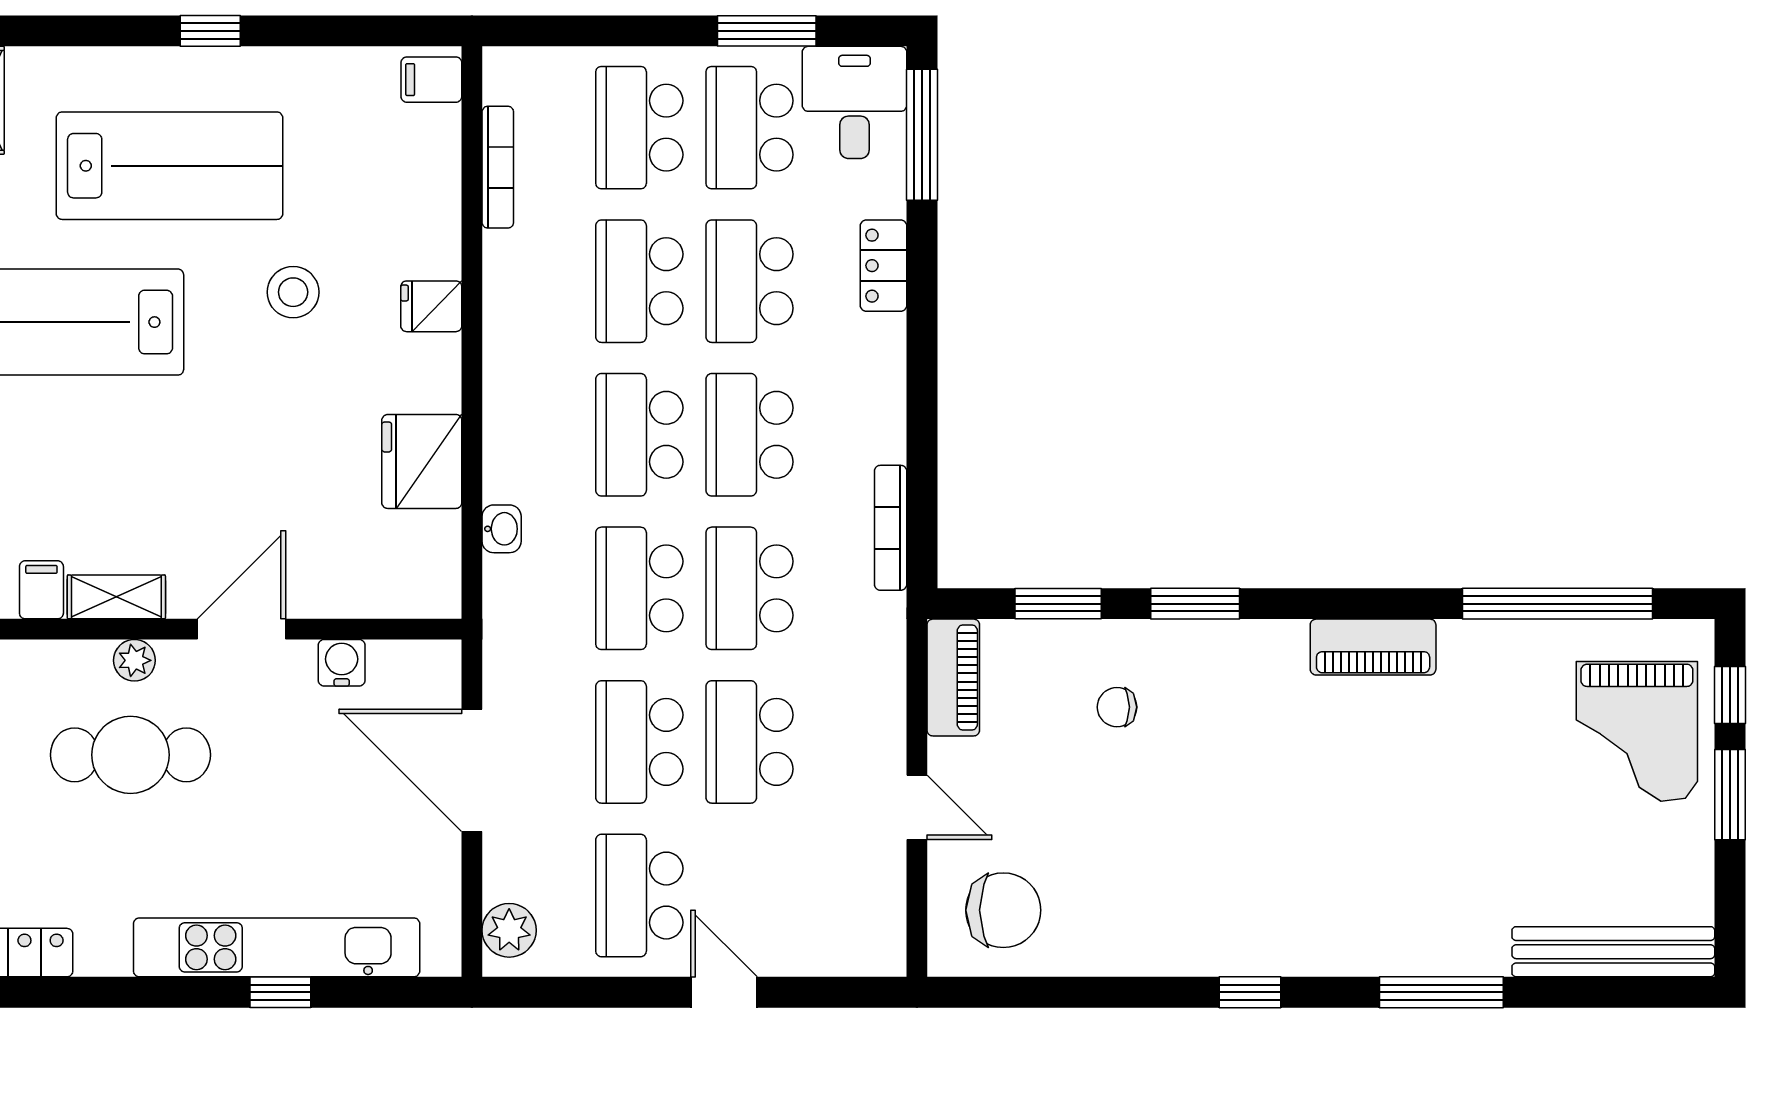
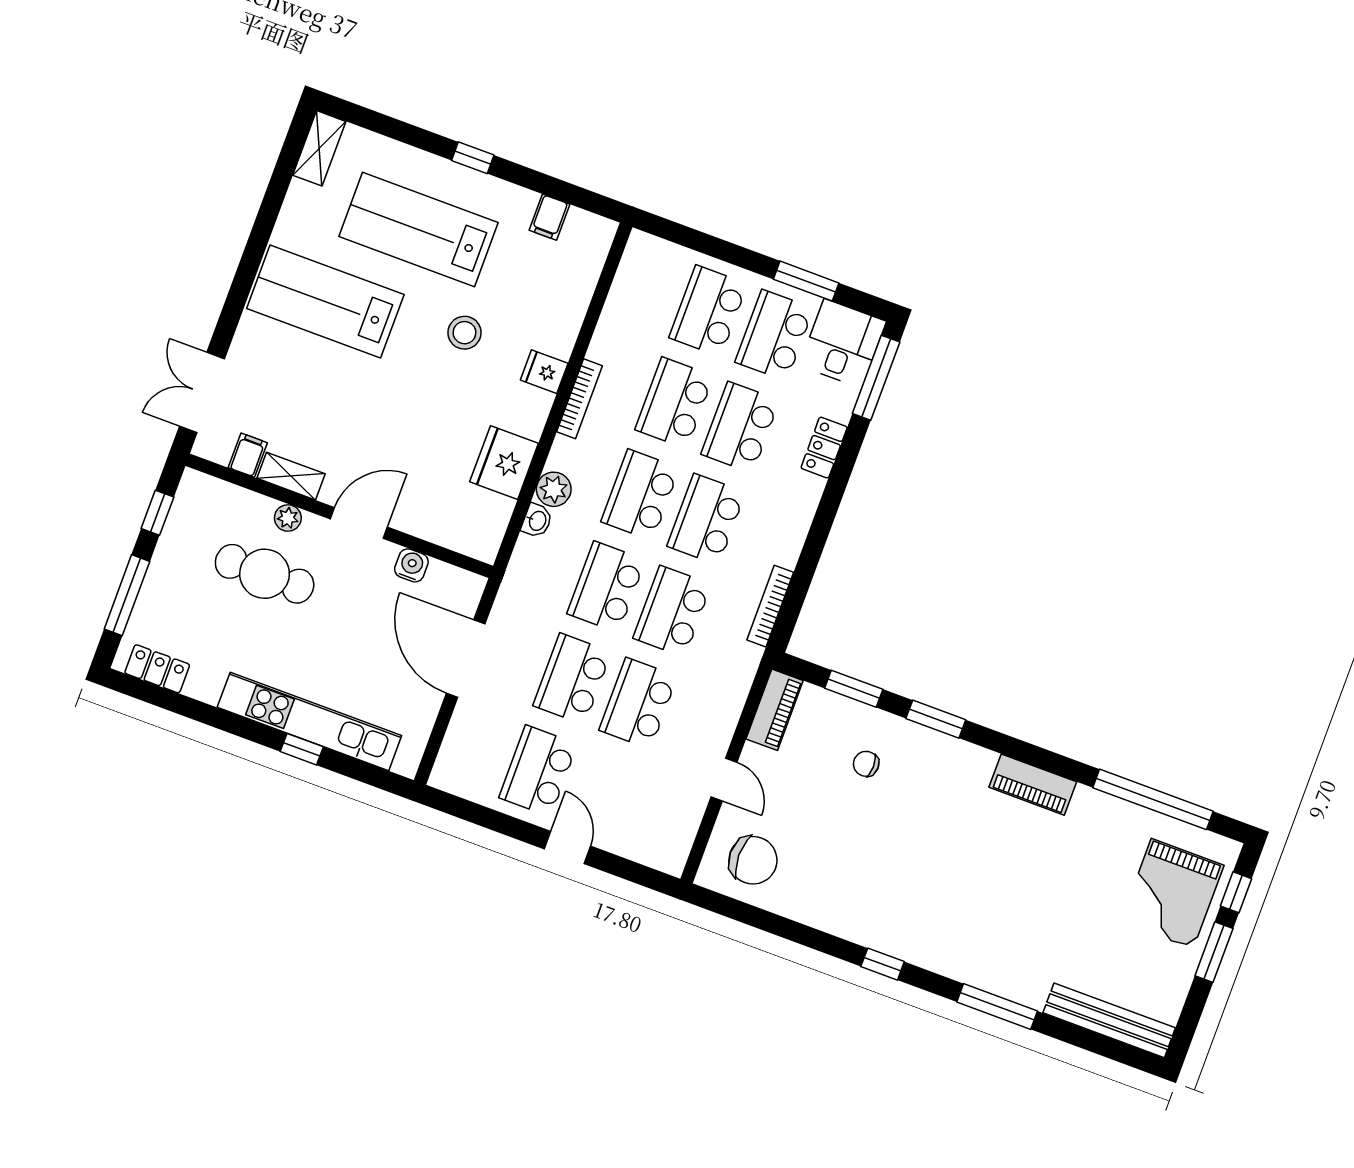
filing cabinet: (431, 80) -> (549, 217), moved, turned -90
lab bench: (170, 166) -> (418, 229), turned 180
bookcase: (498, 167) -> (579, 399), moved
plant: (509, 930) -> (554, 489), moved

